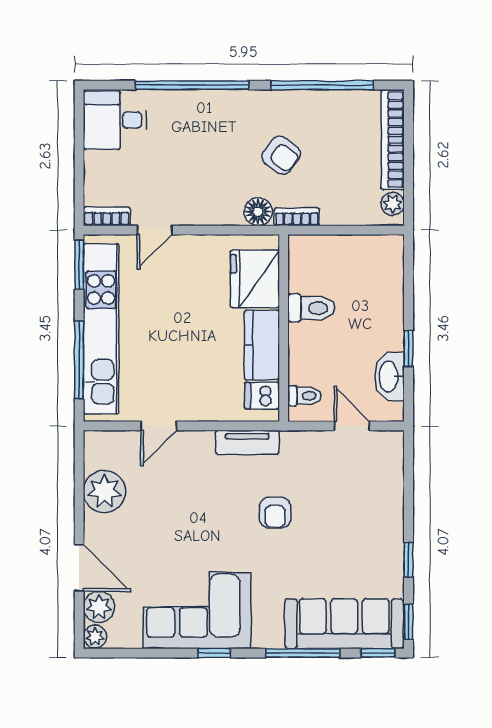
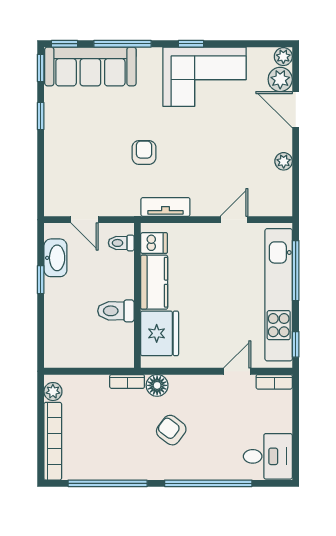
armchair: (281, 155) -> (171, 430), moved
window: (79, 265) -> (296, 344), width x0.67
plant: (104, 491) -> (284, 161), width x0.53, depth x0.53

